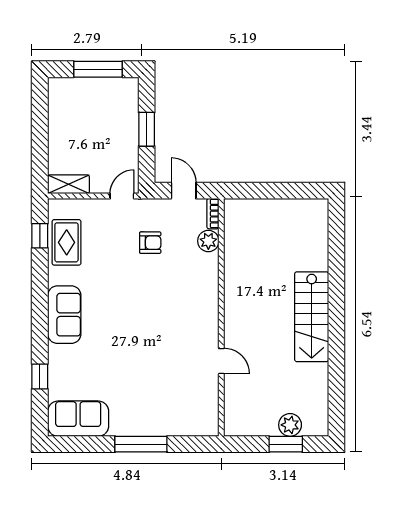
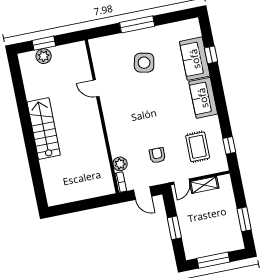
window: (40, 121) -> (244, 219), added
shelving: (68, 184) -> (204, 185), moved
rug: (67, 242) -> (198, 147), moved
armchair: (150, 243) -> (157, 155), turned 90
side table: (142, 385) -> (144, 63), added
sofa: (78, 419) -> (195, 59), moved, turned 90

